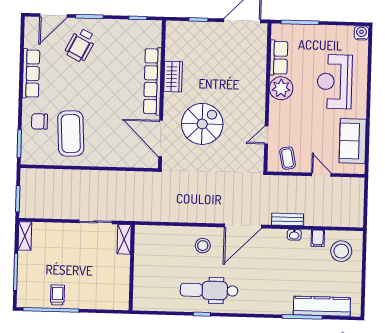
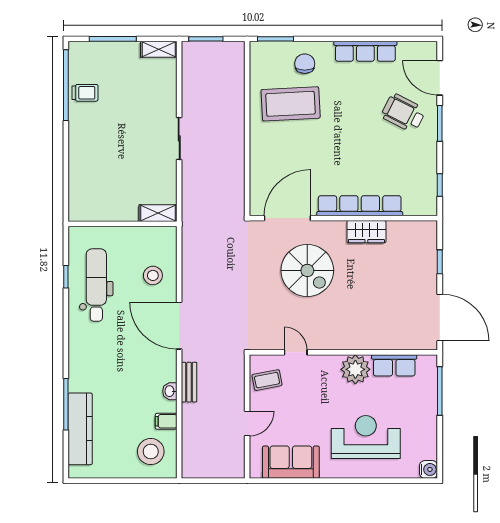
shelving: (124, 239) -> (158, 213), moved
wall: (132, 268) -> (122, 224), moved

